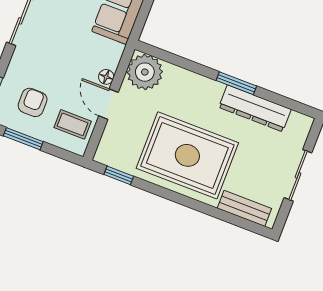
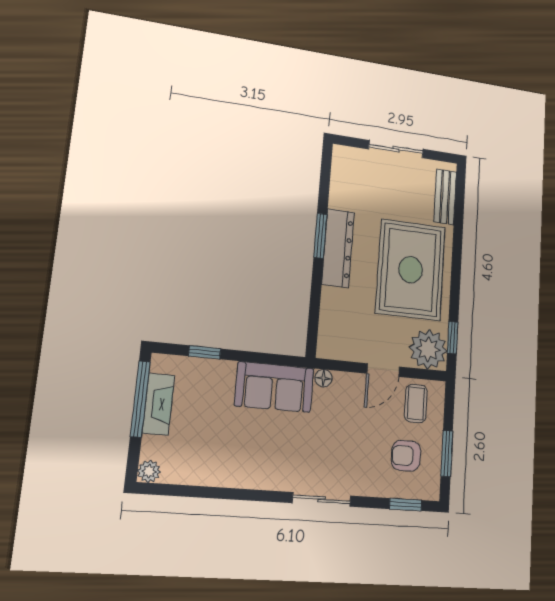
plant: (145, 72) -> (428, 349), moved
floor lamp: (106, 77) -> (323, 378), moved
dresser: (255, 108) -> (338, 248), moved

